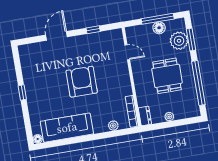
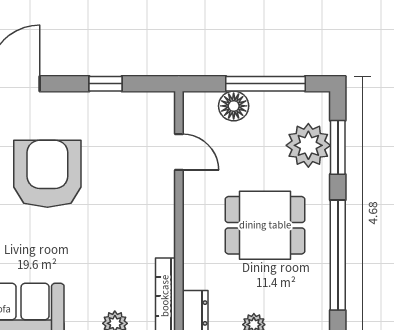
floor lamp: (159, 28) -> (234, 106), moved
dining table: (167, 76) -> (265, 225), turned 90
armchair: (82, 82) -> (47, 174), moved

